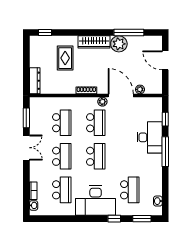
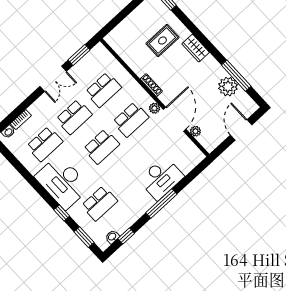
wardrobe: (94, 42) -> (196, 48), width x0.67
plant: (119, 44) -> (228, 87), moved
dresser: (35, 81) -> (118, 32), removed
window: (165, 119) -> (126, 236), moved

